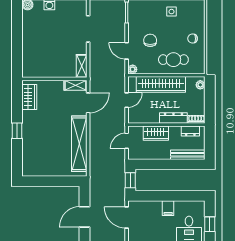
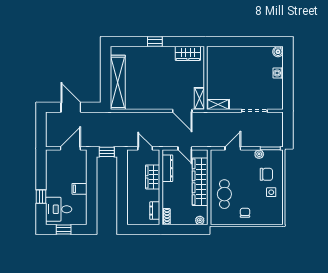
chair: (150, 40) -> (266, 174), moved
plant: (133, 69) -> (259, 154), moved
dresser: (173, 118) -> (167, 168), moved
shelving: (79, 144) -> (118, 82), moved, turned 90
bench: (188, 155) -> (132, 208), removed

